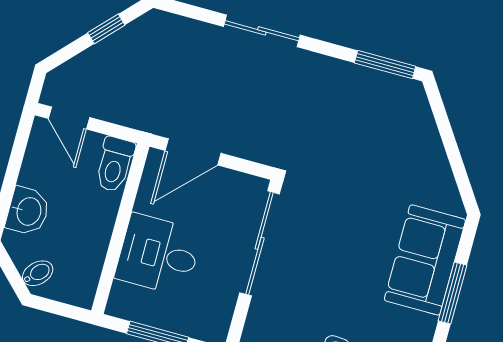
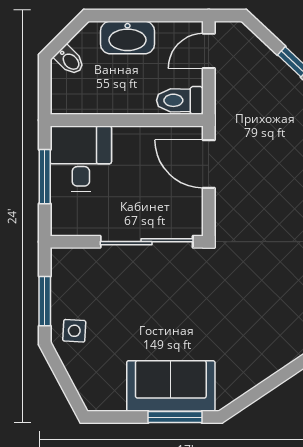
washbasin: (28, 211) -> (127, 38), width x1.38
desk: (159, 255) -> (81, 159), moved
window: (452, 293) -> (175, 417), moved

